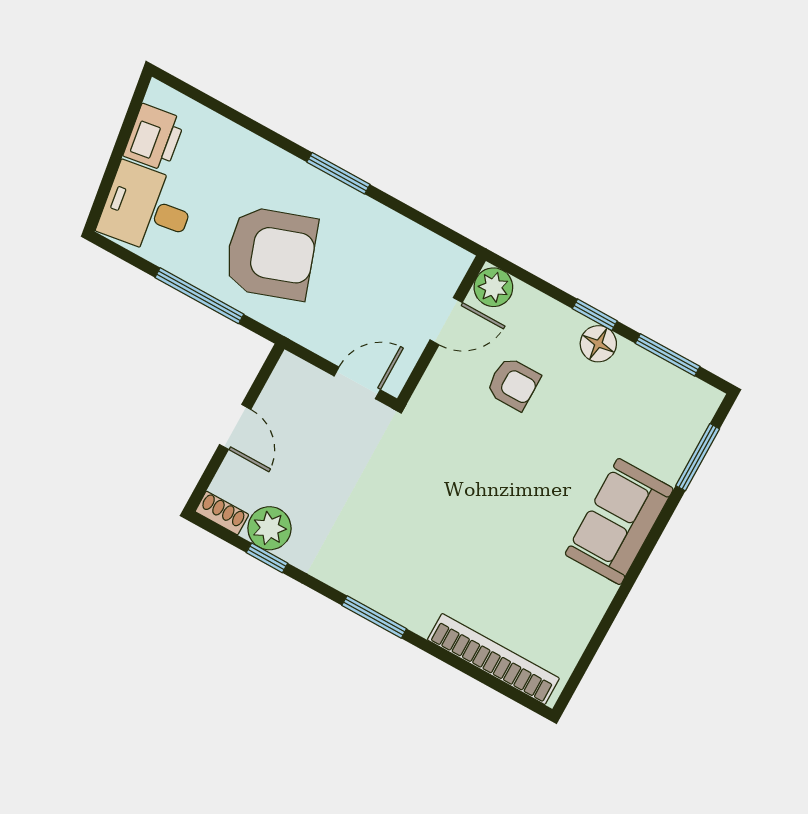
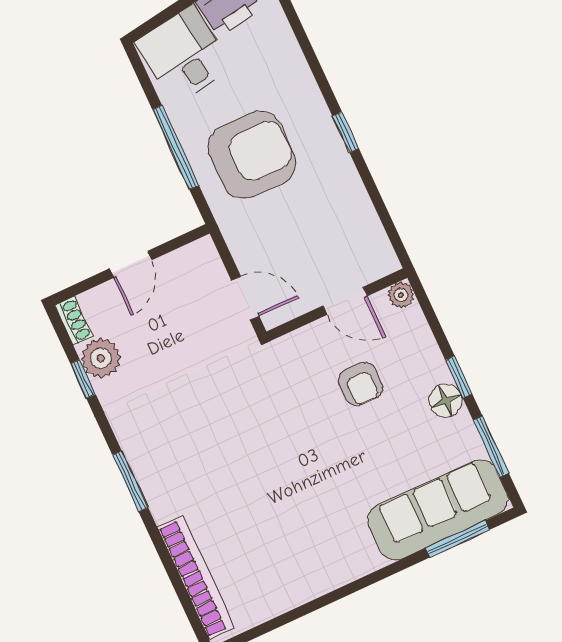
window: (338, 173) -> (346, 132), width x0.67
armchair: (271, 253) -> (252, 155), turned -71
plant: (493, 287) -> (401, 295), width x0.73, depth x0.73
sofa: (619, 522) -> (438, 510), moved, width x1.36

